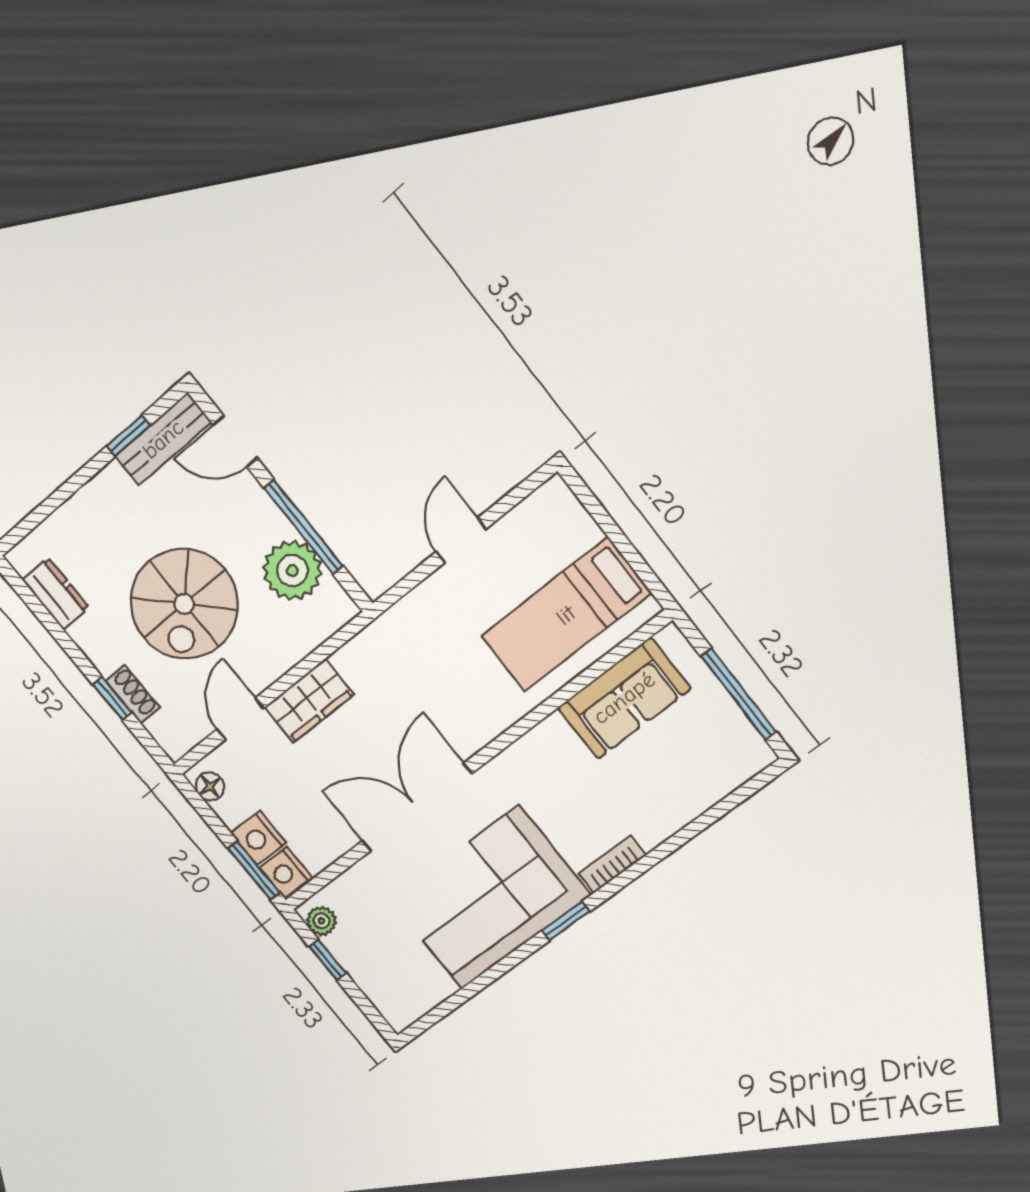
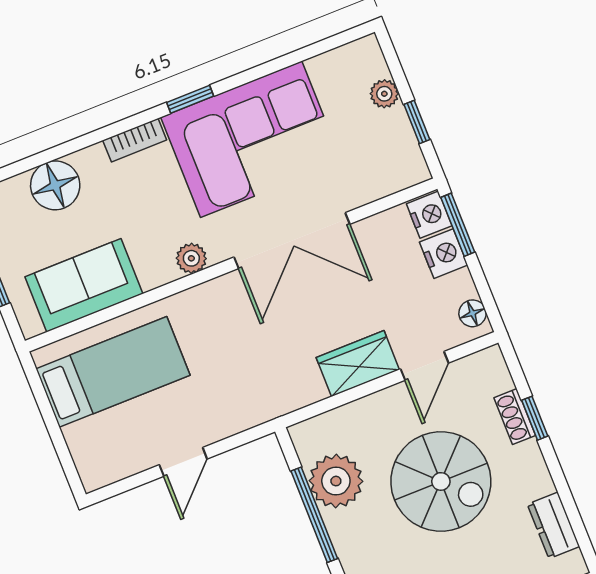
spiral stairs: (184, 604) -> (441, 481), turned 90
plant: (516, 760) -> (191, 258), added
floor lamp: (685, 795) -> (55, 185), added
plant: (321, 921) -> (384, 94), moved

